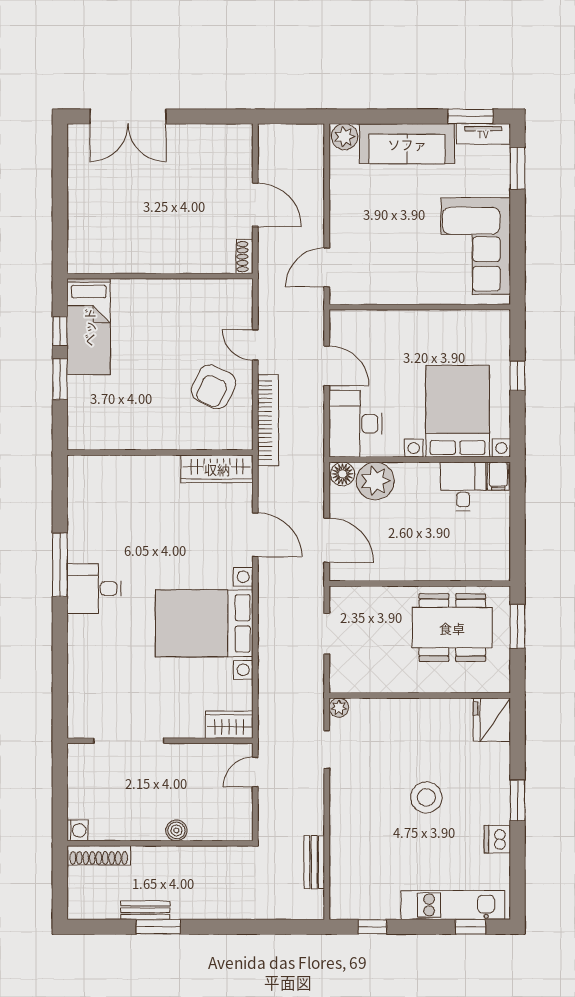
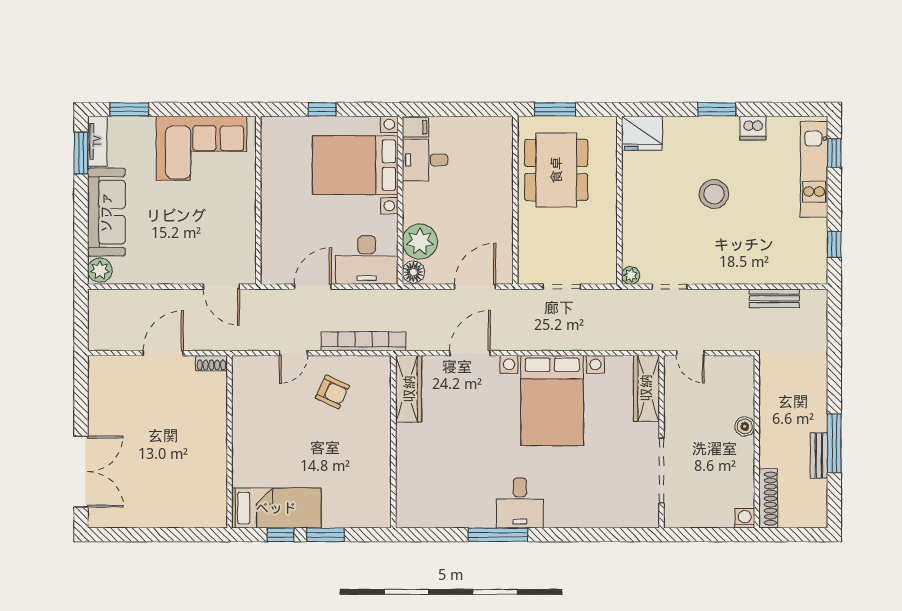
armchair: (214, 387) -> (332, 392), width x0.72, depth x0.72
wardrobe: (229, 725) -> (646, 388), width x1.50
window: (158, 927) -> (834, 443), width x1.44

